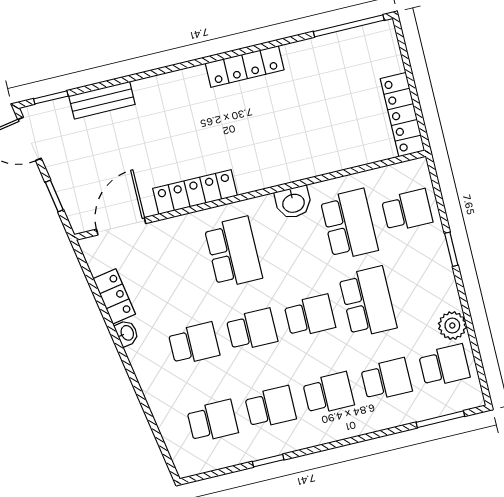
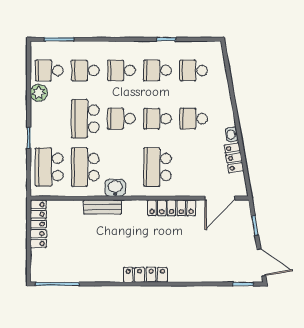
locker: (245, 66) -> (145, 275), moved
bench: (102, 100) -> (103, 207), moved
school desk: (407, 210) -> (49, 167), width x1.85

